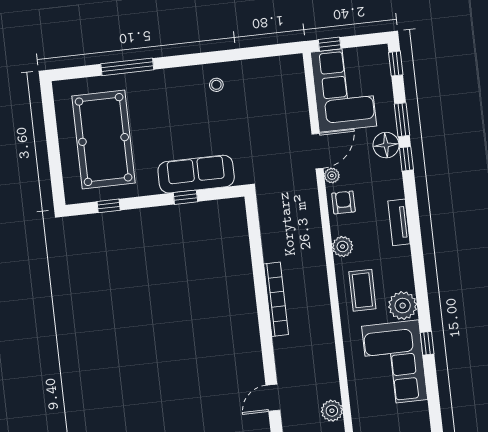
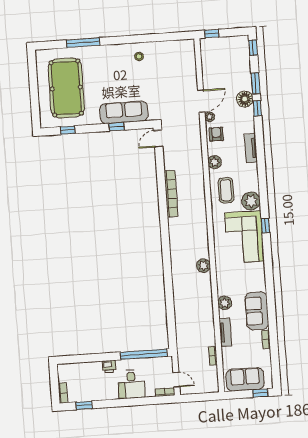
corner sofa: (343, 89) -> (219, 62), removed
door: (273, 398) -> (158, 139), moved

